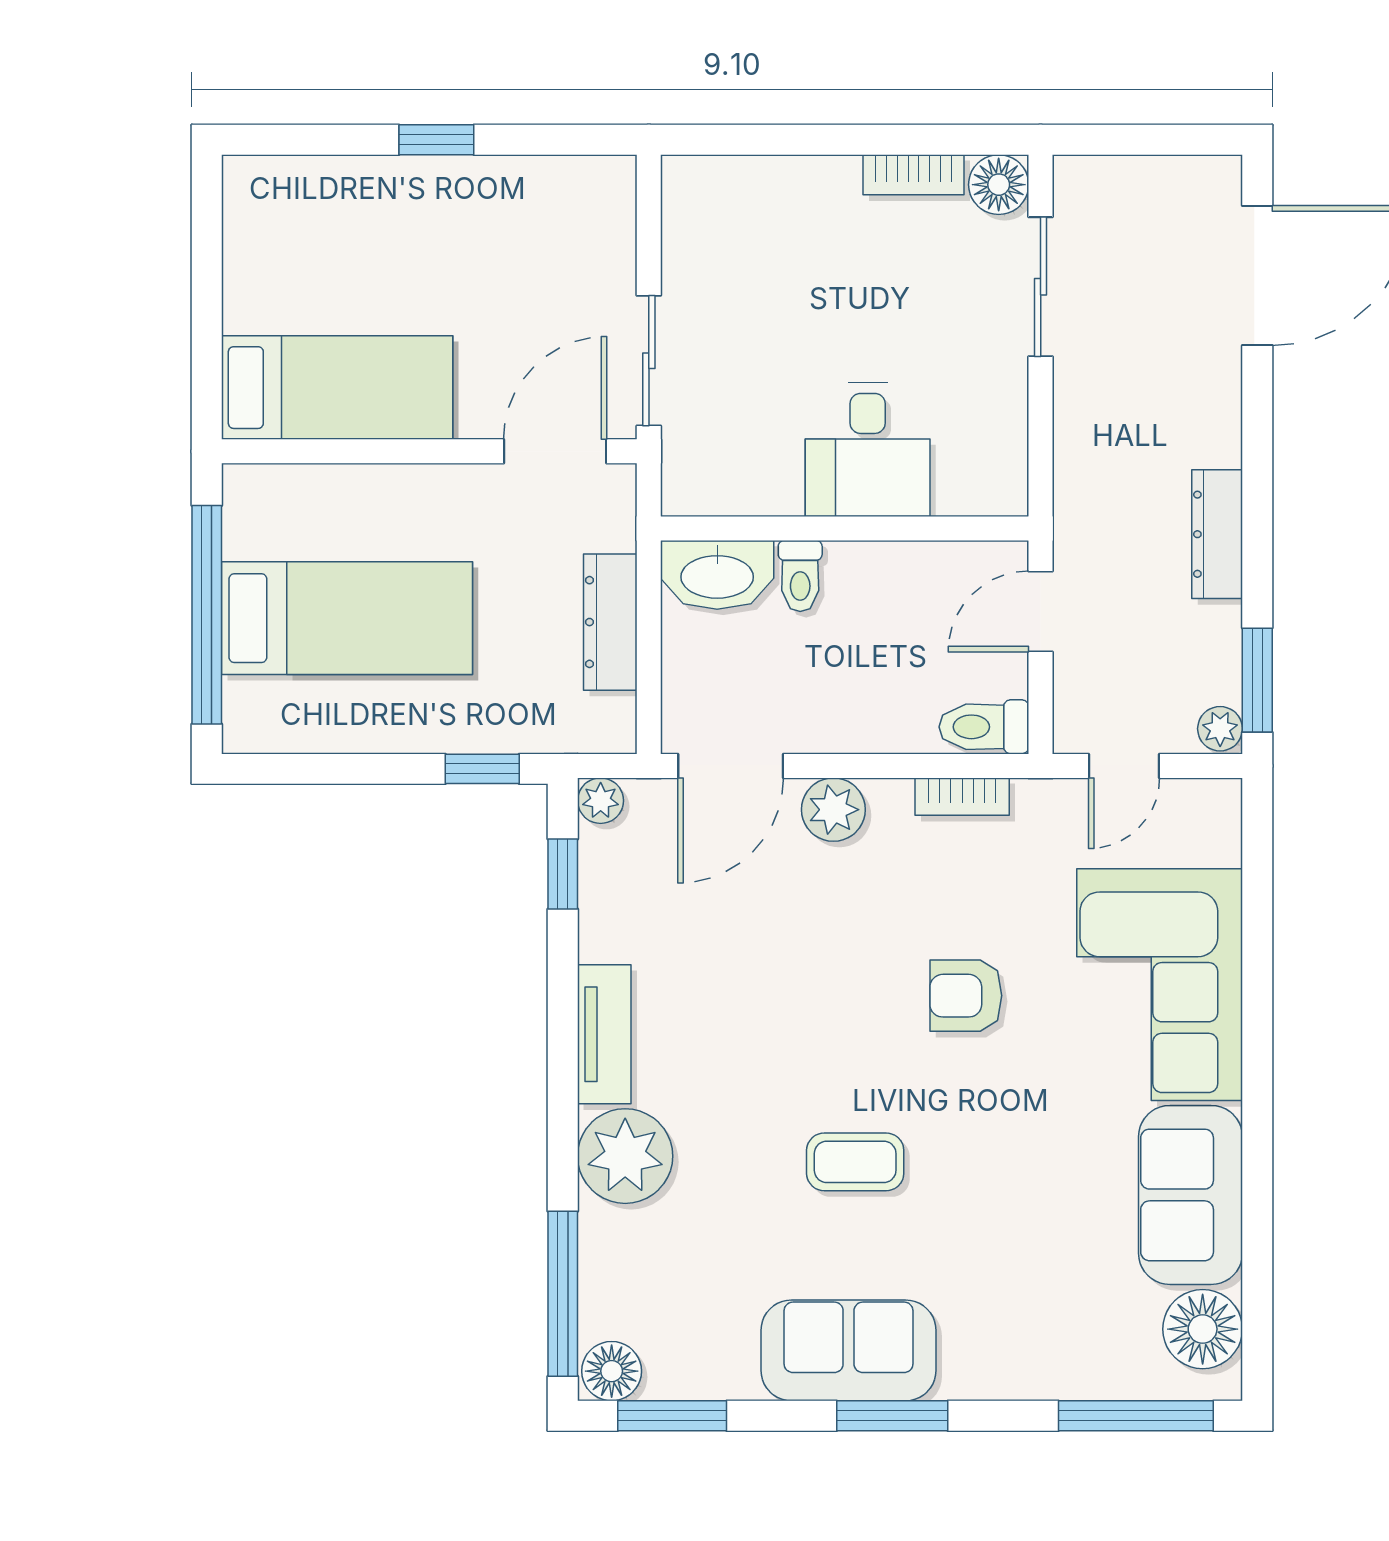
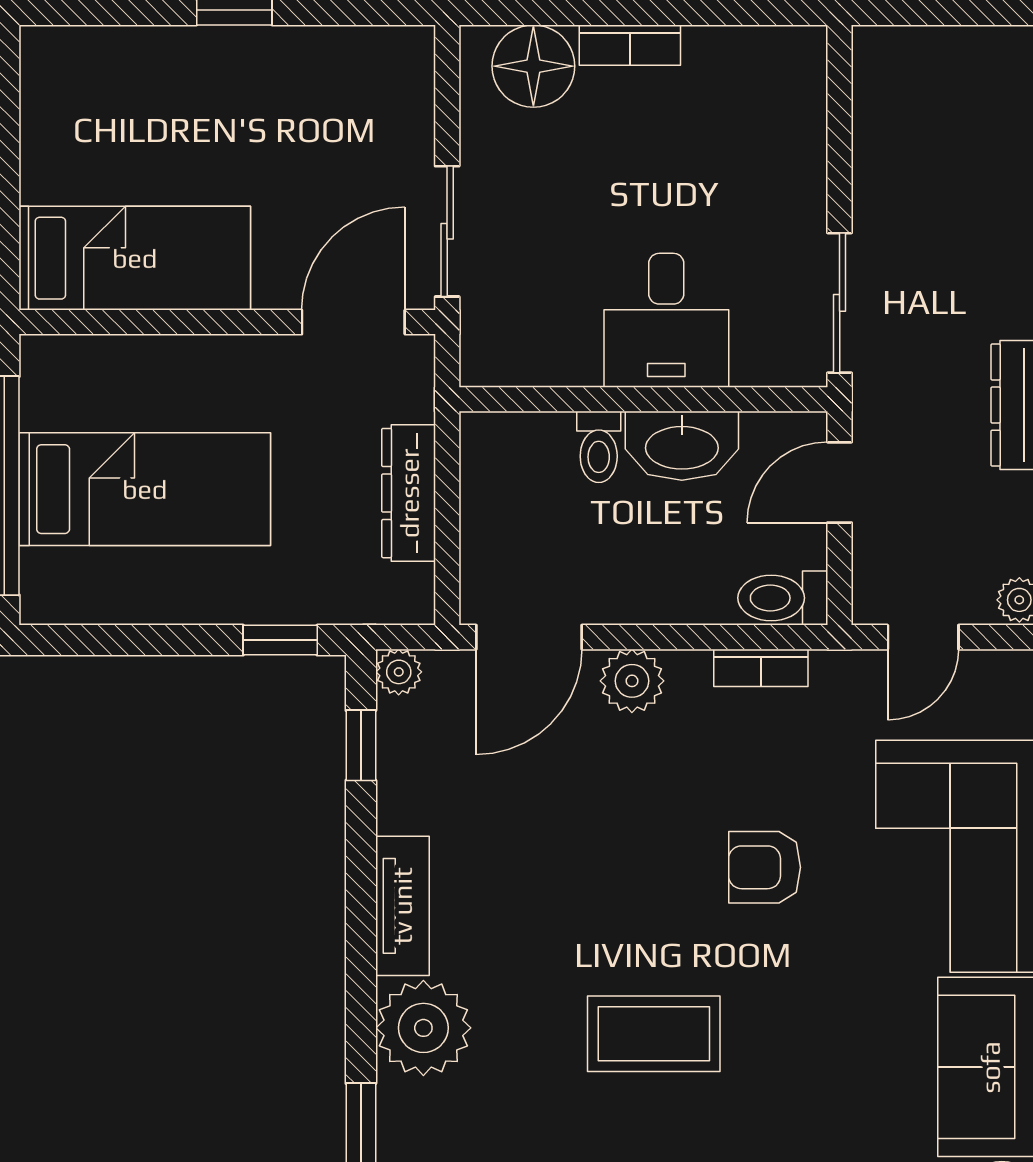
bookcase: (914, 175) -> (630, 45), moved
floor lamp: (999, 185) -> (533, 66), moved, width x1.38, depth x1.38
sliding door: (1041, 287) -> (840, 303), moved
washbasin: (717, 575) -> (682, 446), moved
coffee table: (855, 1162) -> (654, 1034), width x1.36, depth x1.30

